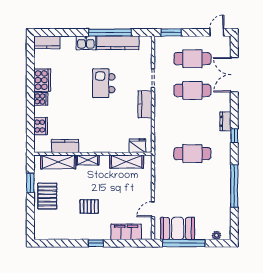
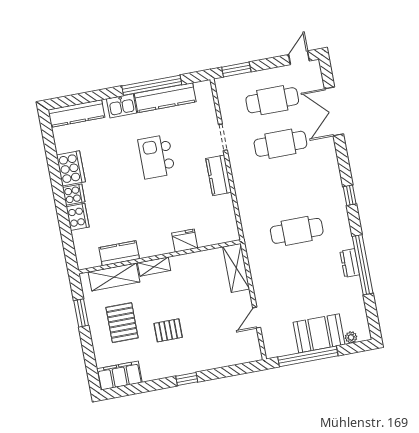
kitchen counter: (47, 42) -> (76, 114), width x1.50
dresser: (225, 121) -> (350, 263), moved
cooker: (41, 126) -> (78, 217), moved
fridge: (137, 146) -> (185, 241), moved
shelving: (127, 162) -> (236, 268), moved, turned 90
pallet: (47, 196) -> (122, 323), moved
booth: (178, 228) -> (319, 333), moved
filing cabinet: (126, 232) -> (119, 376), moved

